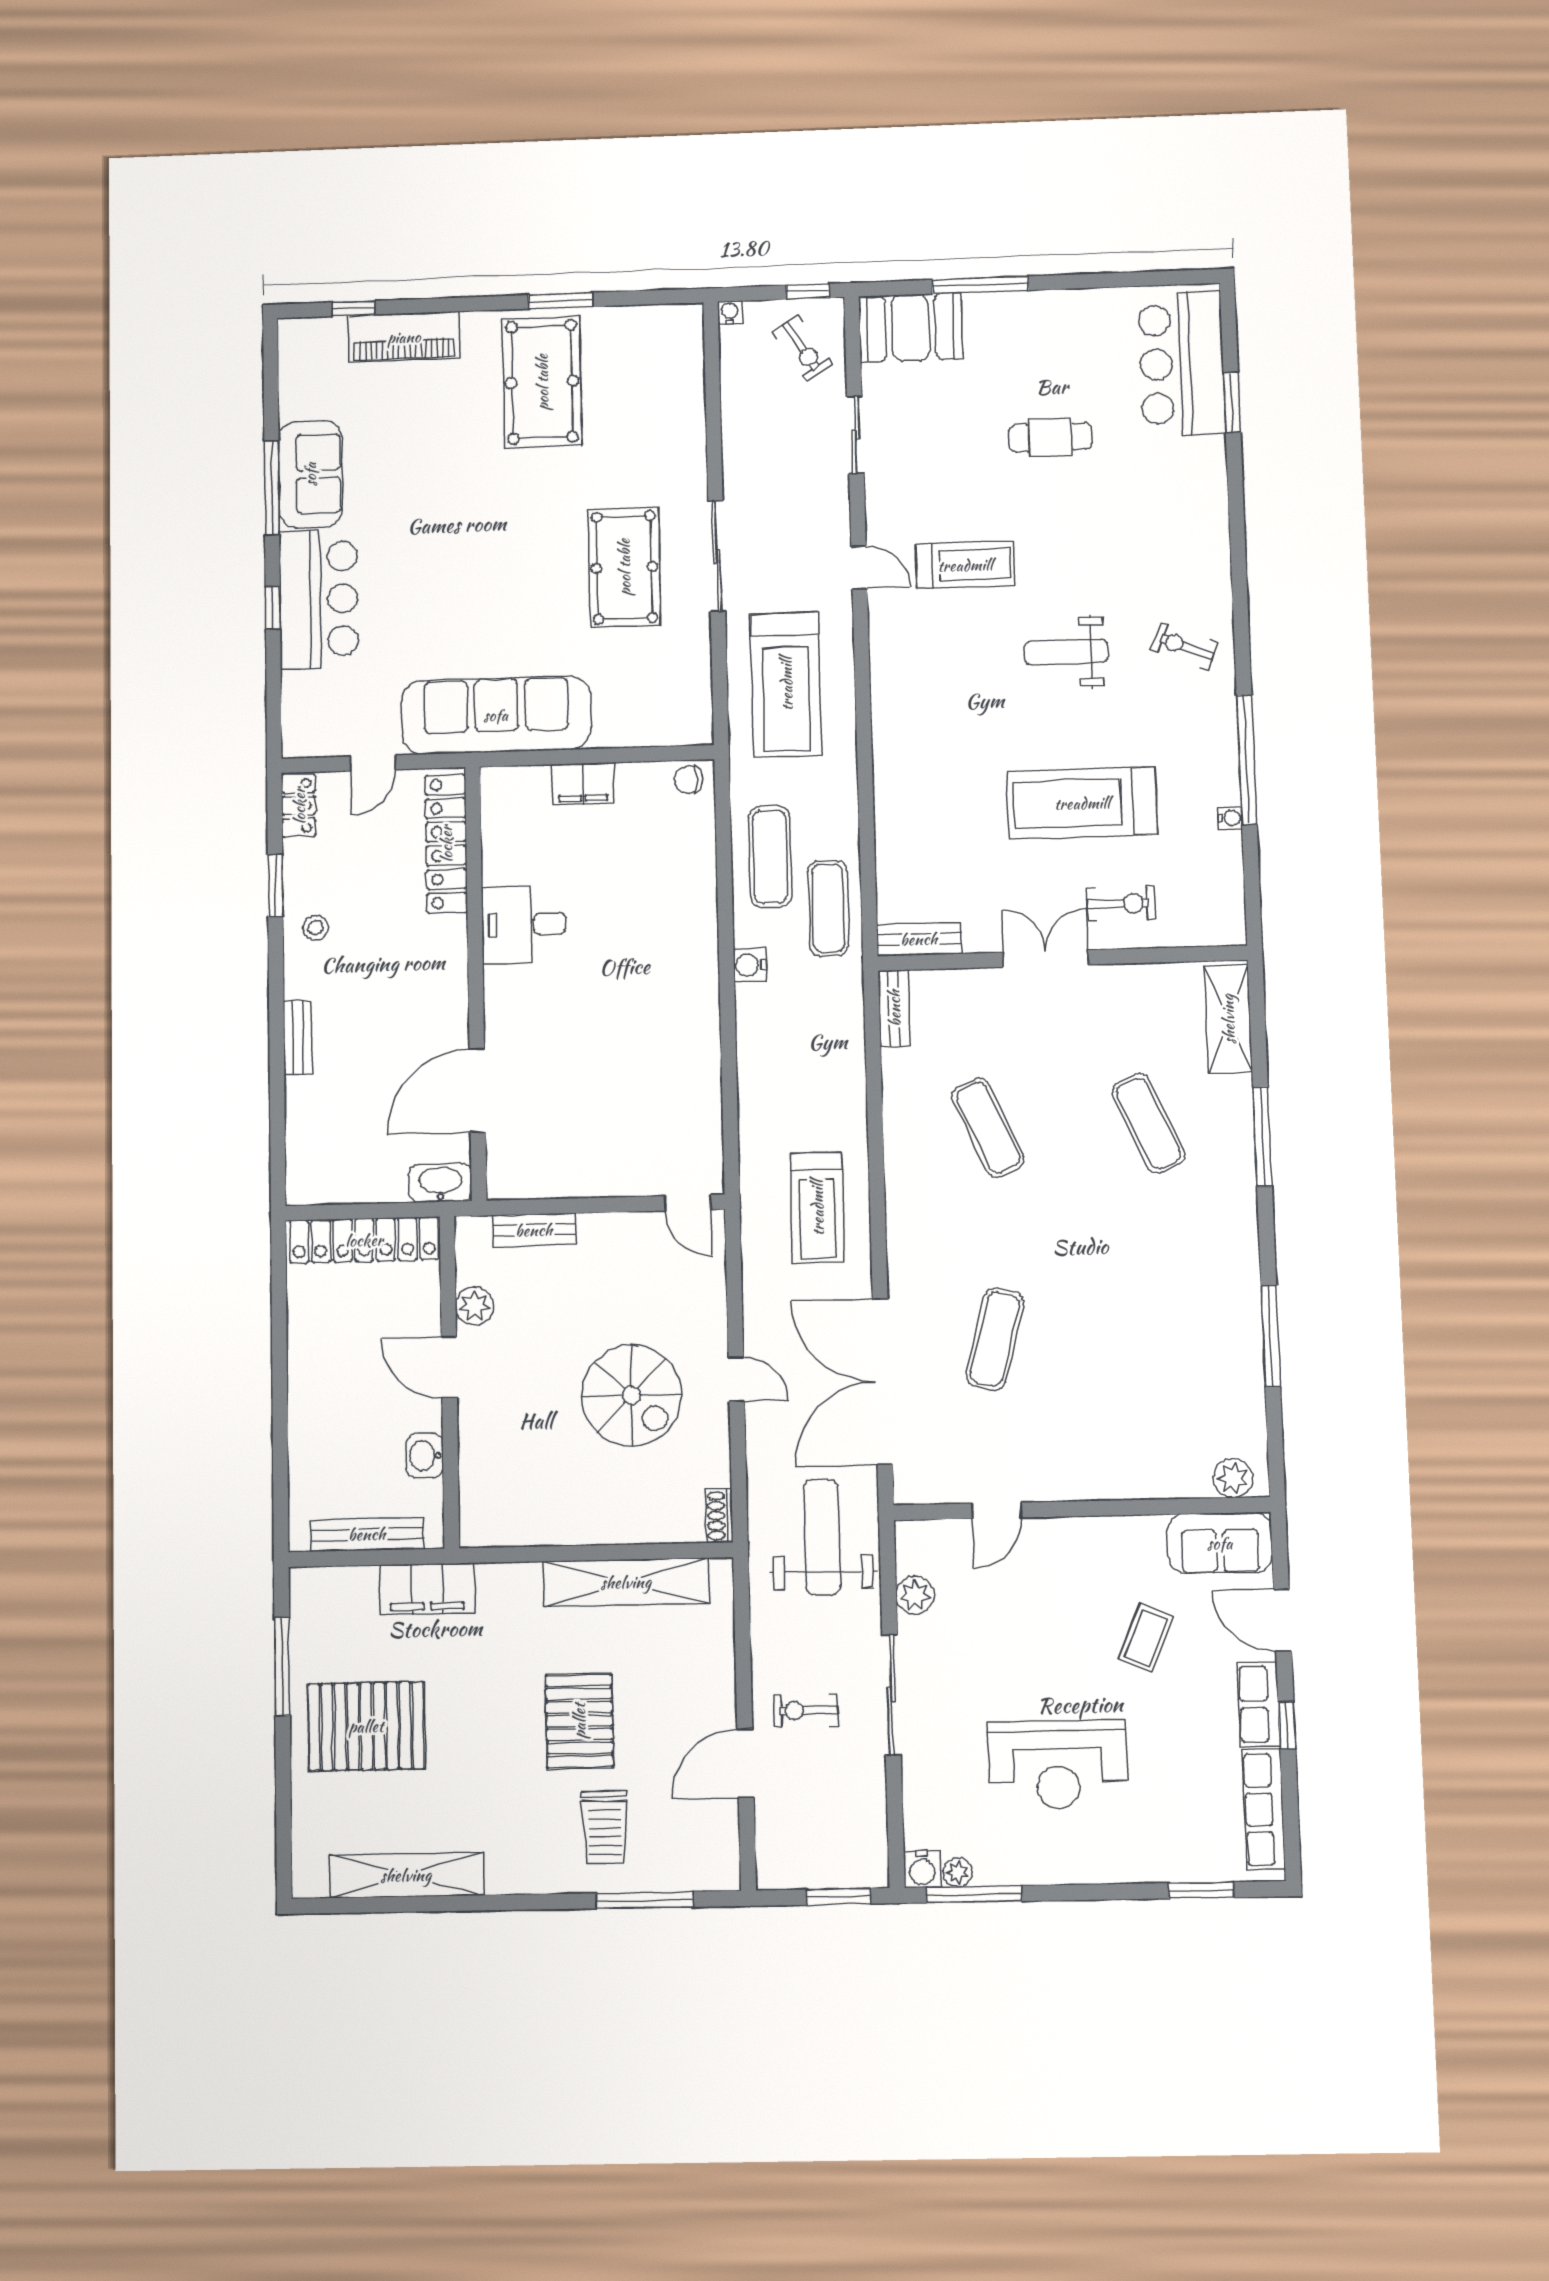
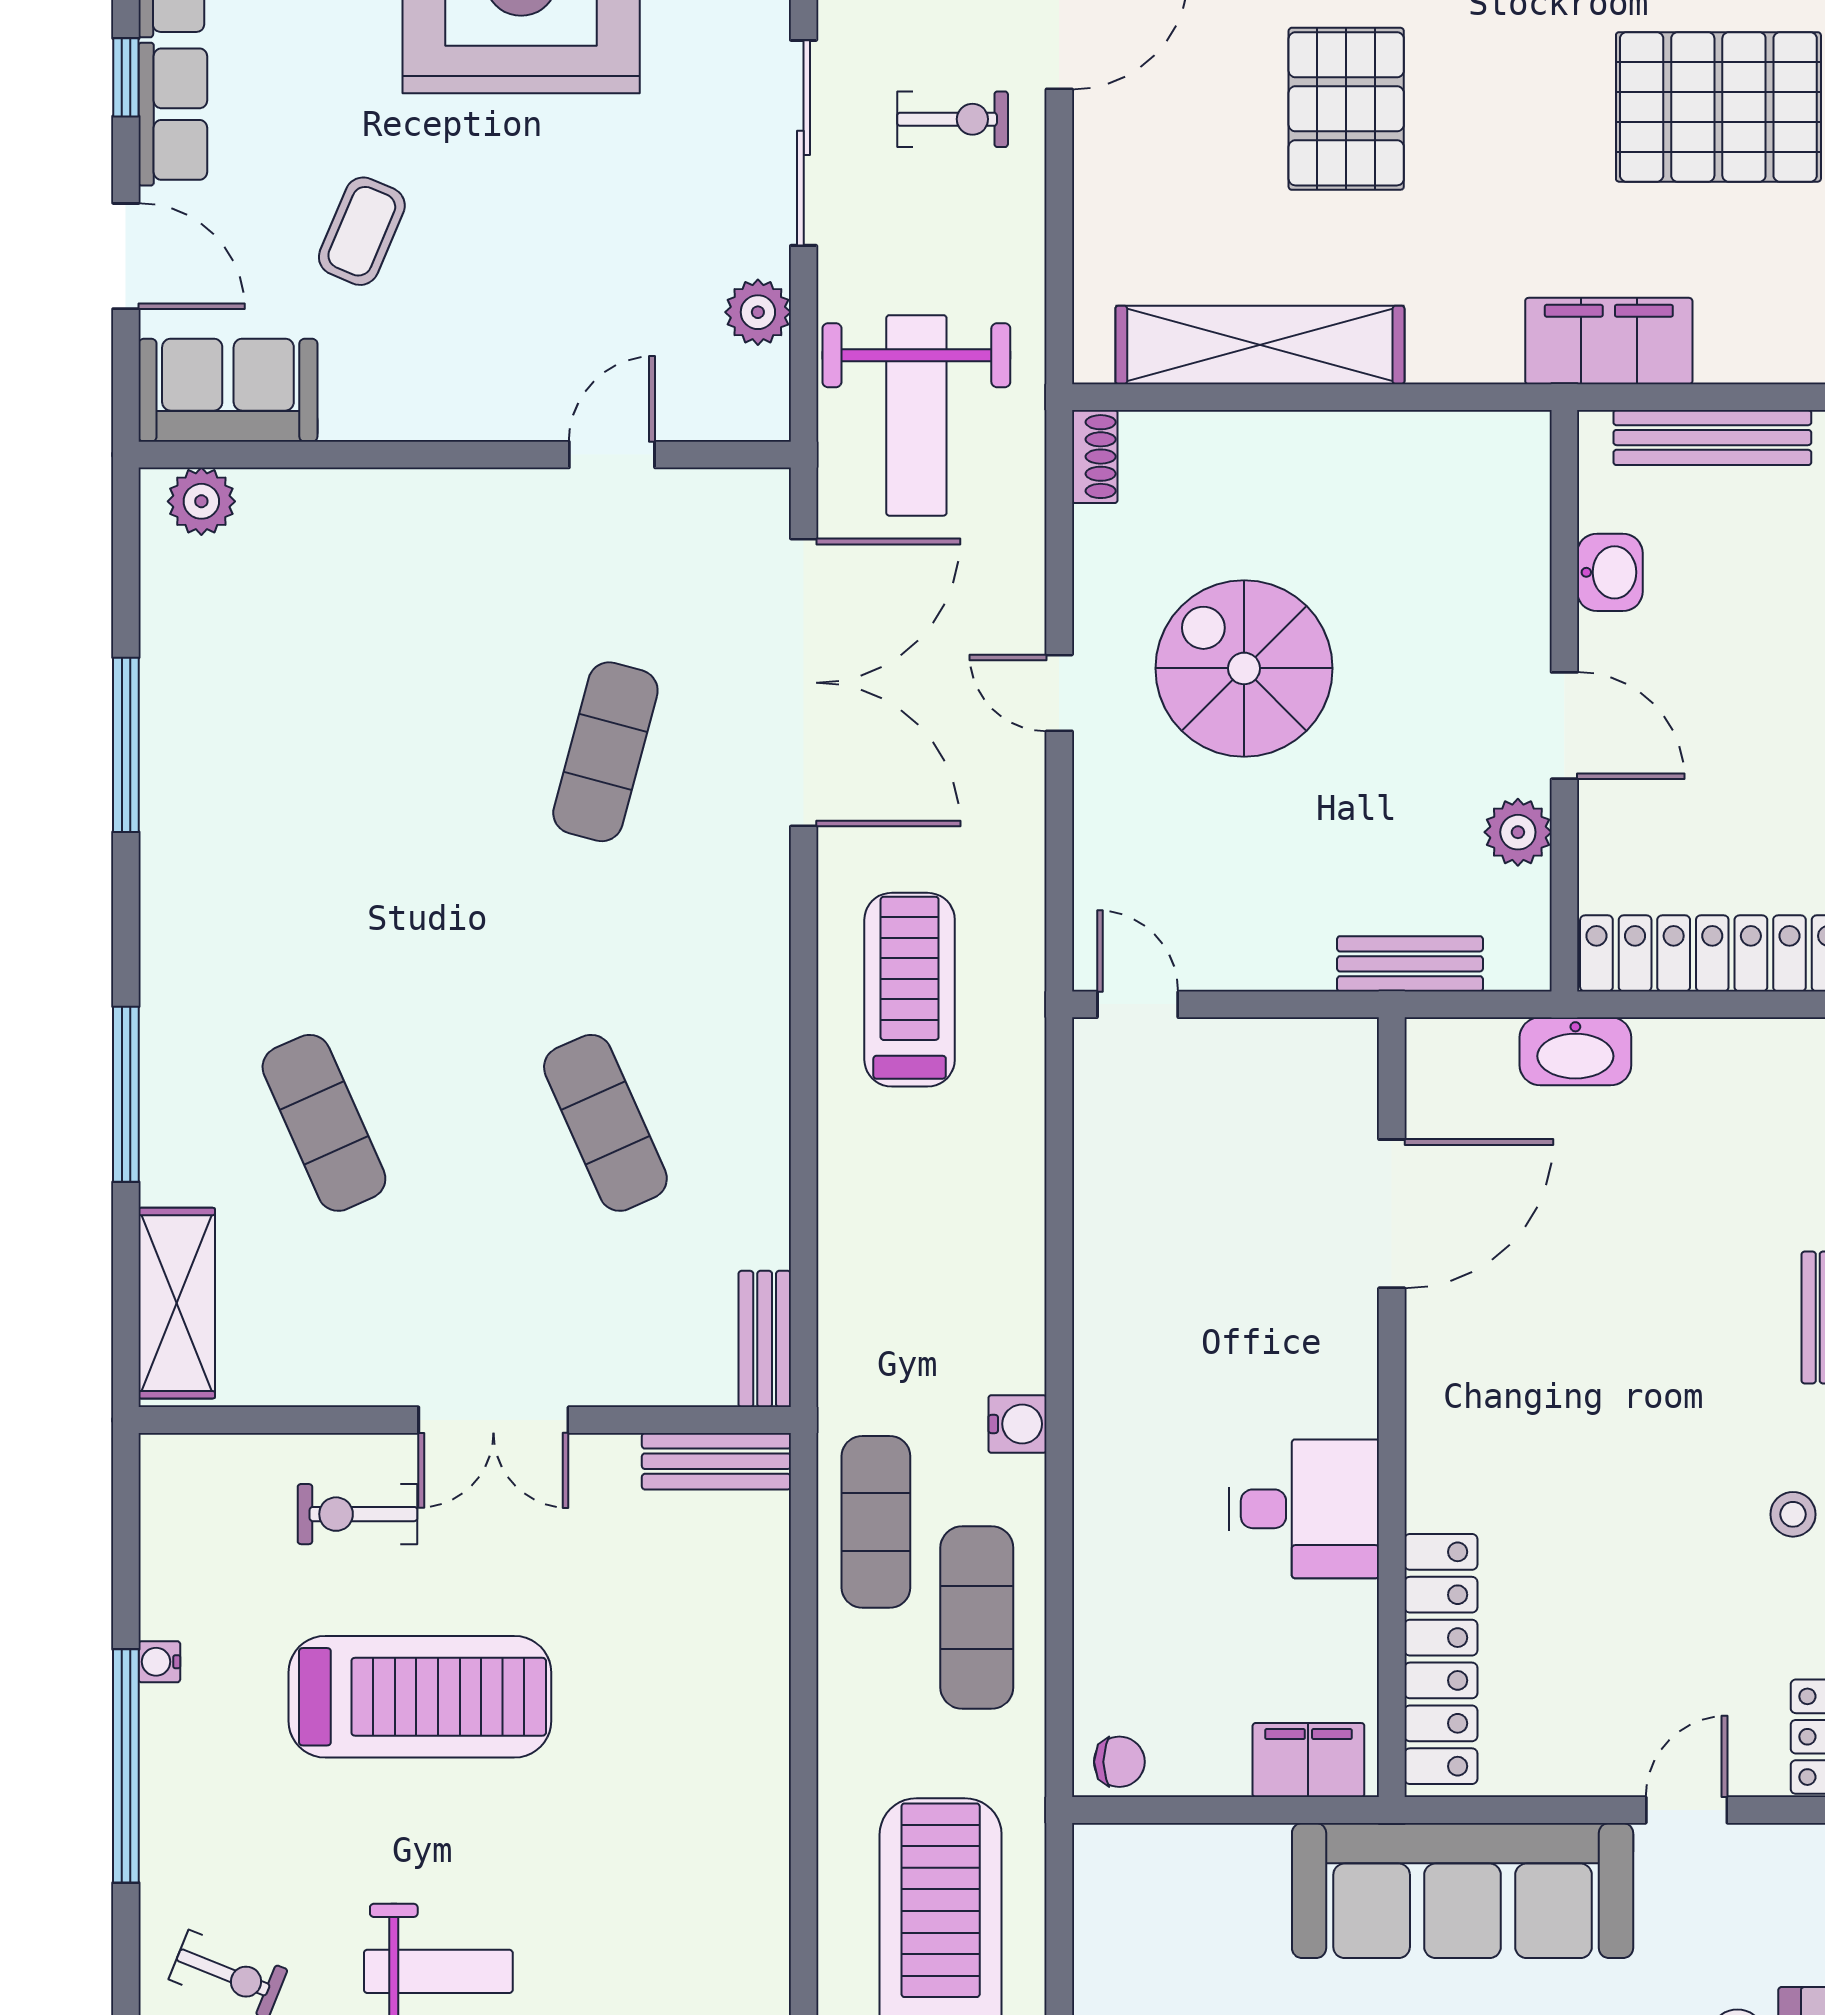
locker: (446, 844) -> (1441, 1659), moved
desk: (524, 924) -> (1304, 1509), moved
wall: (476, 982) -> (1392, 1407), moved
door: (477, 1090) -> (1392, 1214), moved

